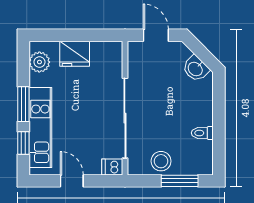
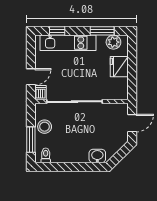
washbasin: (196, 69) -> (97, 156), moved, turned 45
window: (23, 104) -> (102, 31), moved
toilet: (202, 133) -> (46, 155), moved
door: (72, 181) -> (31, 77), moved

